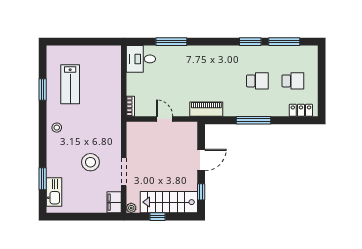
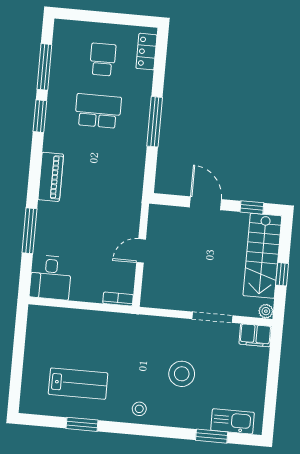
school desk: (257, 81) -> (98, 111), width x1.85
piano: (206, 109) -> (51, 177), moved, turned 180
stool: (90, 162) -> (182, 374), moved

